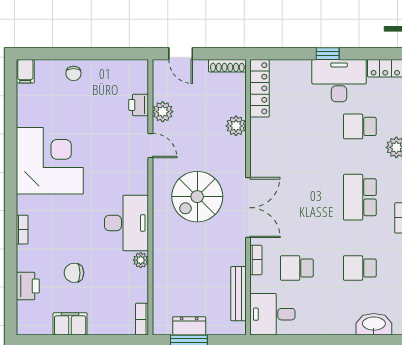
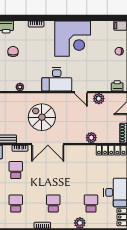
printer: (139, 105) -> (117, 86), moved
door: (150, 146) -> (81, 92), hinge flipped
spiral stairs: (197, 197) -> (42, 117), moved
school desk: (360, 197) -> (53, 204), width x0.54
desk: (127, 223) -> (57, 79), moved

